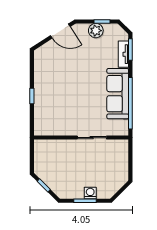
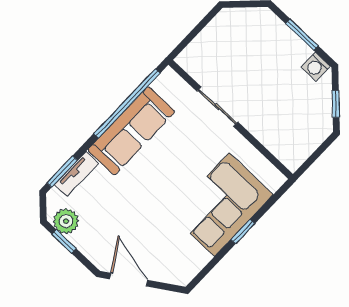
plant: (96, 31) -> (66, 221), moved
corner sofa: (51, 99) -> (222, 205), added
washing machine: (90, 193) -> (316, 67), moved

